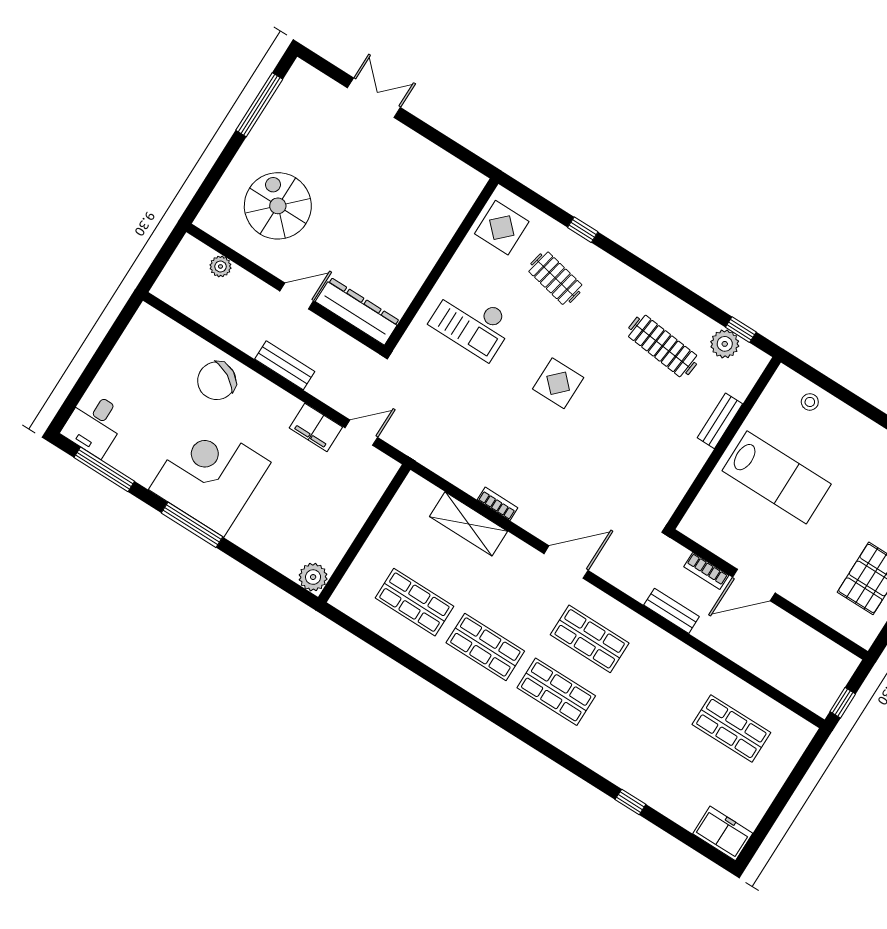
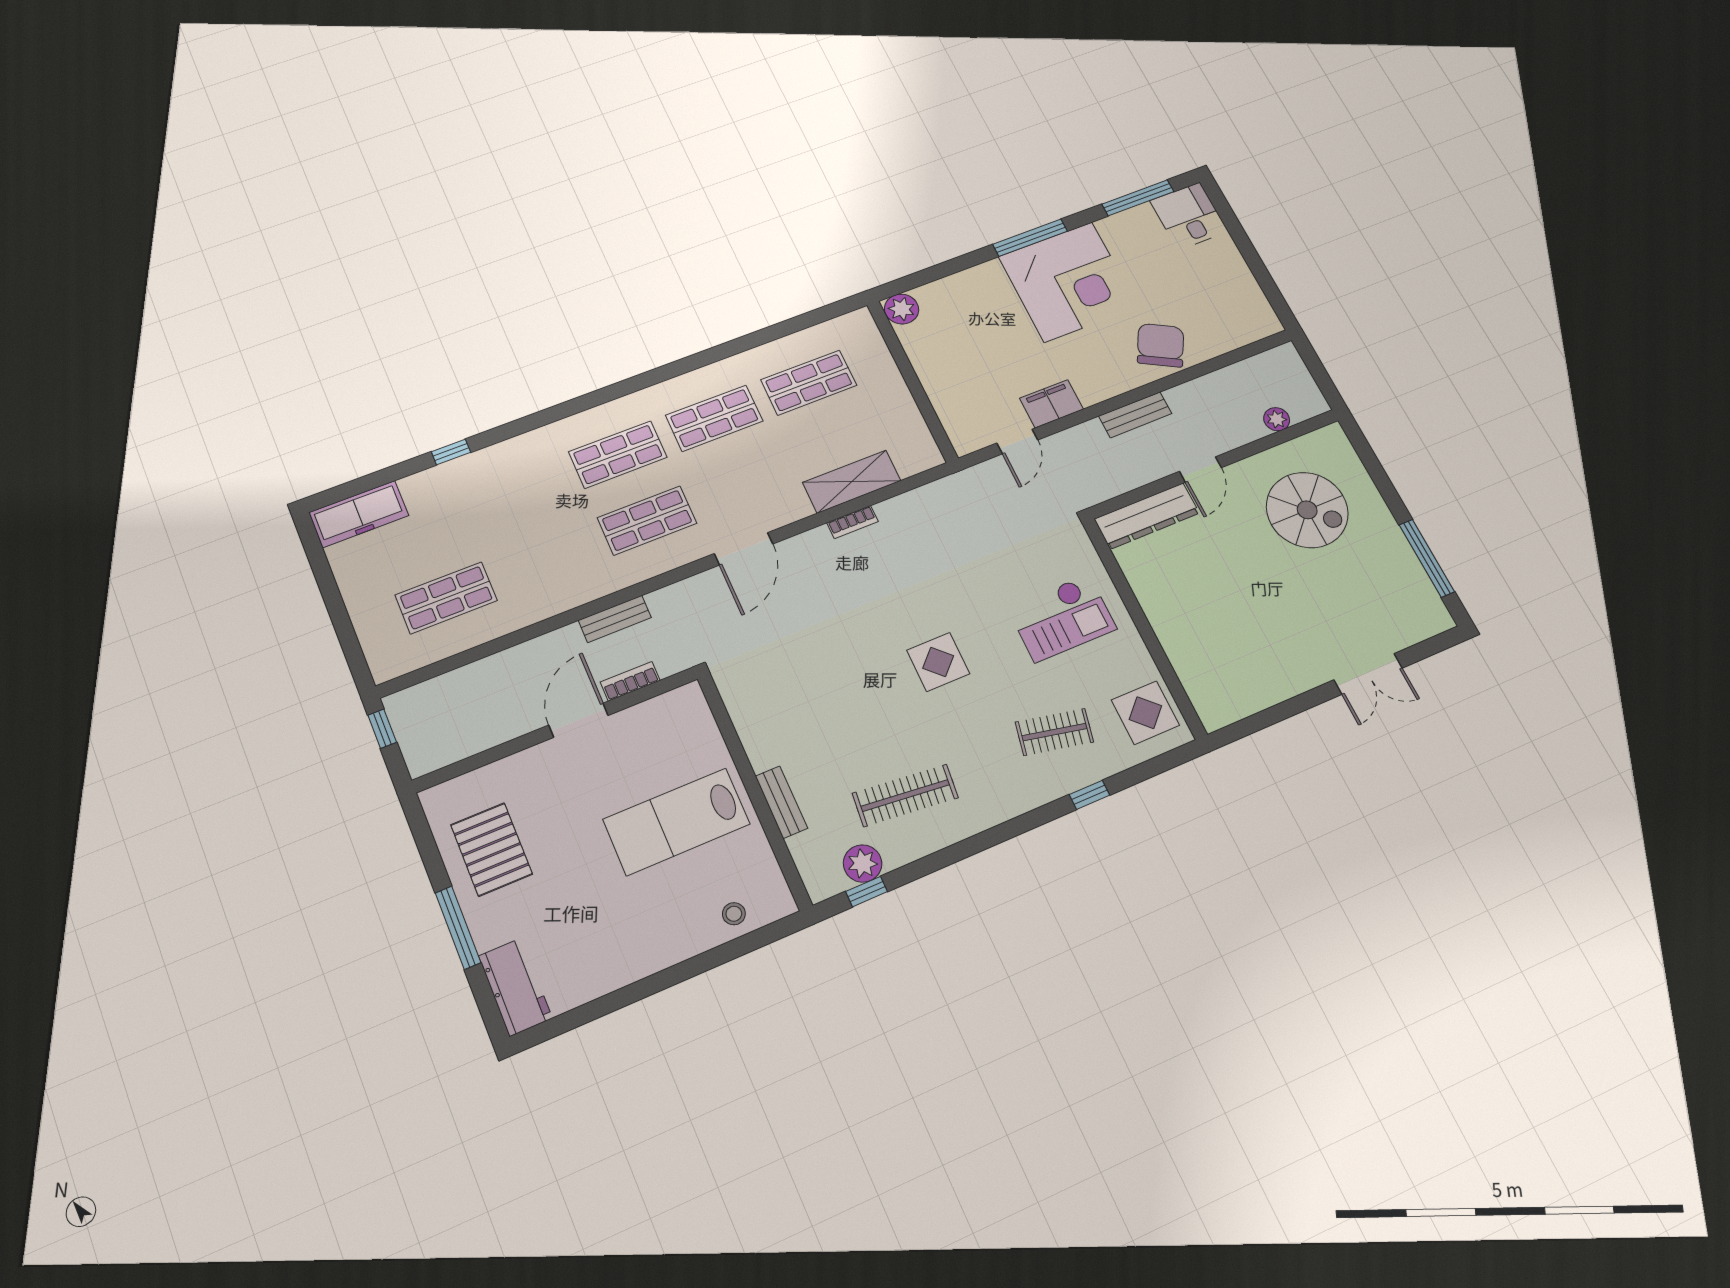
checkout: (472, 322) -> (1062, 618), turned 180
freezer: (723, 833) -> (359, 514), width x1.40

